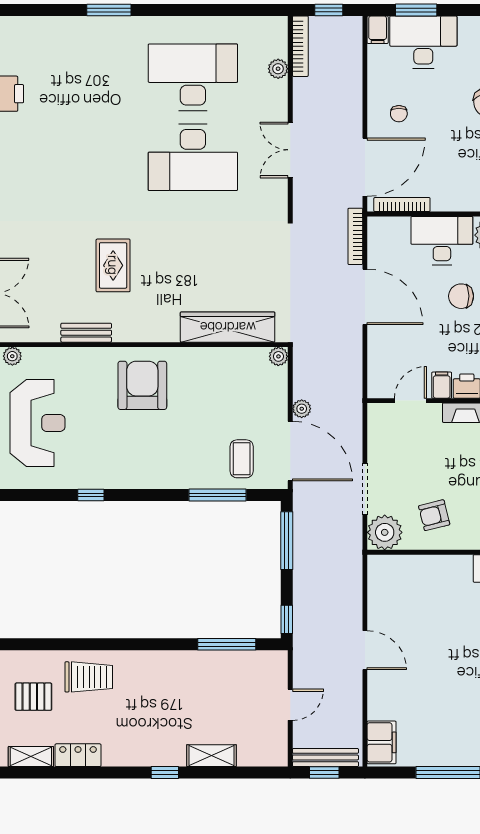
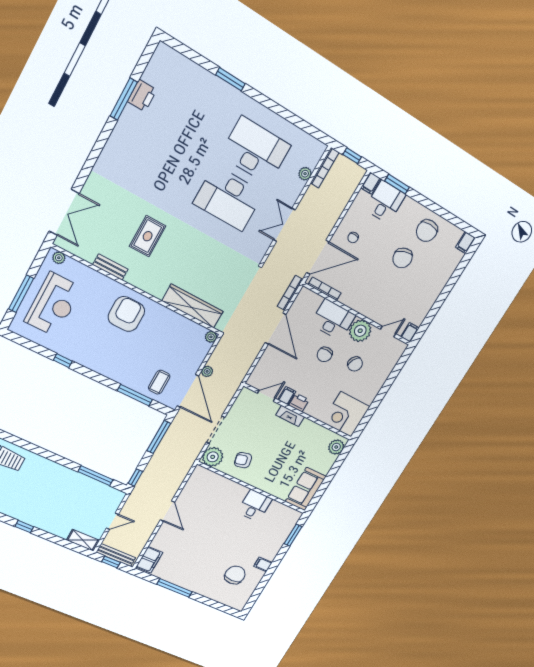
desk: (423, 42) -> (385, 202), width x0.73
chair: (461, 296) -> (325, 354), turned -90
shelving: (211, 756) -> (83, 540), moved

